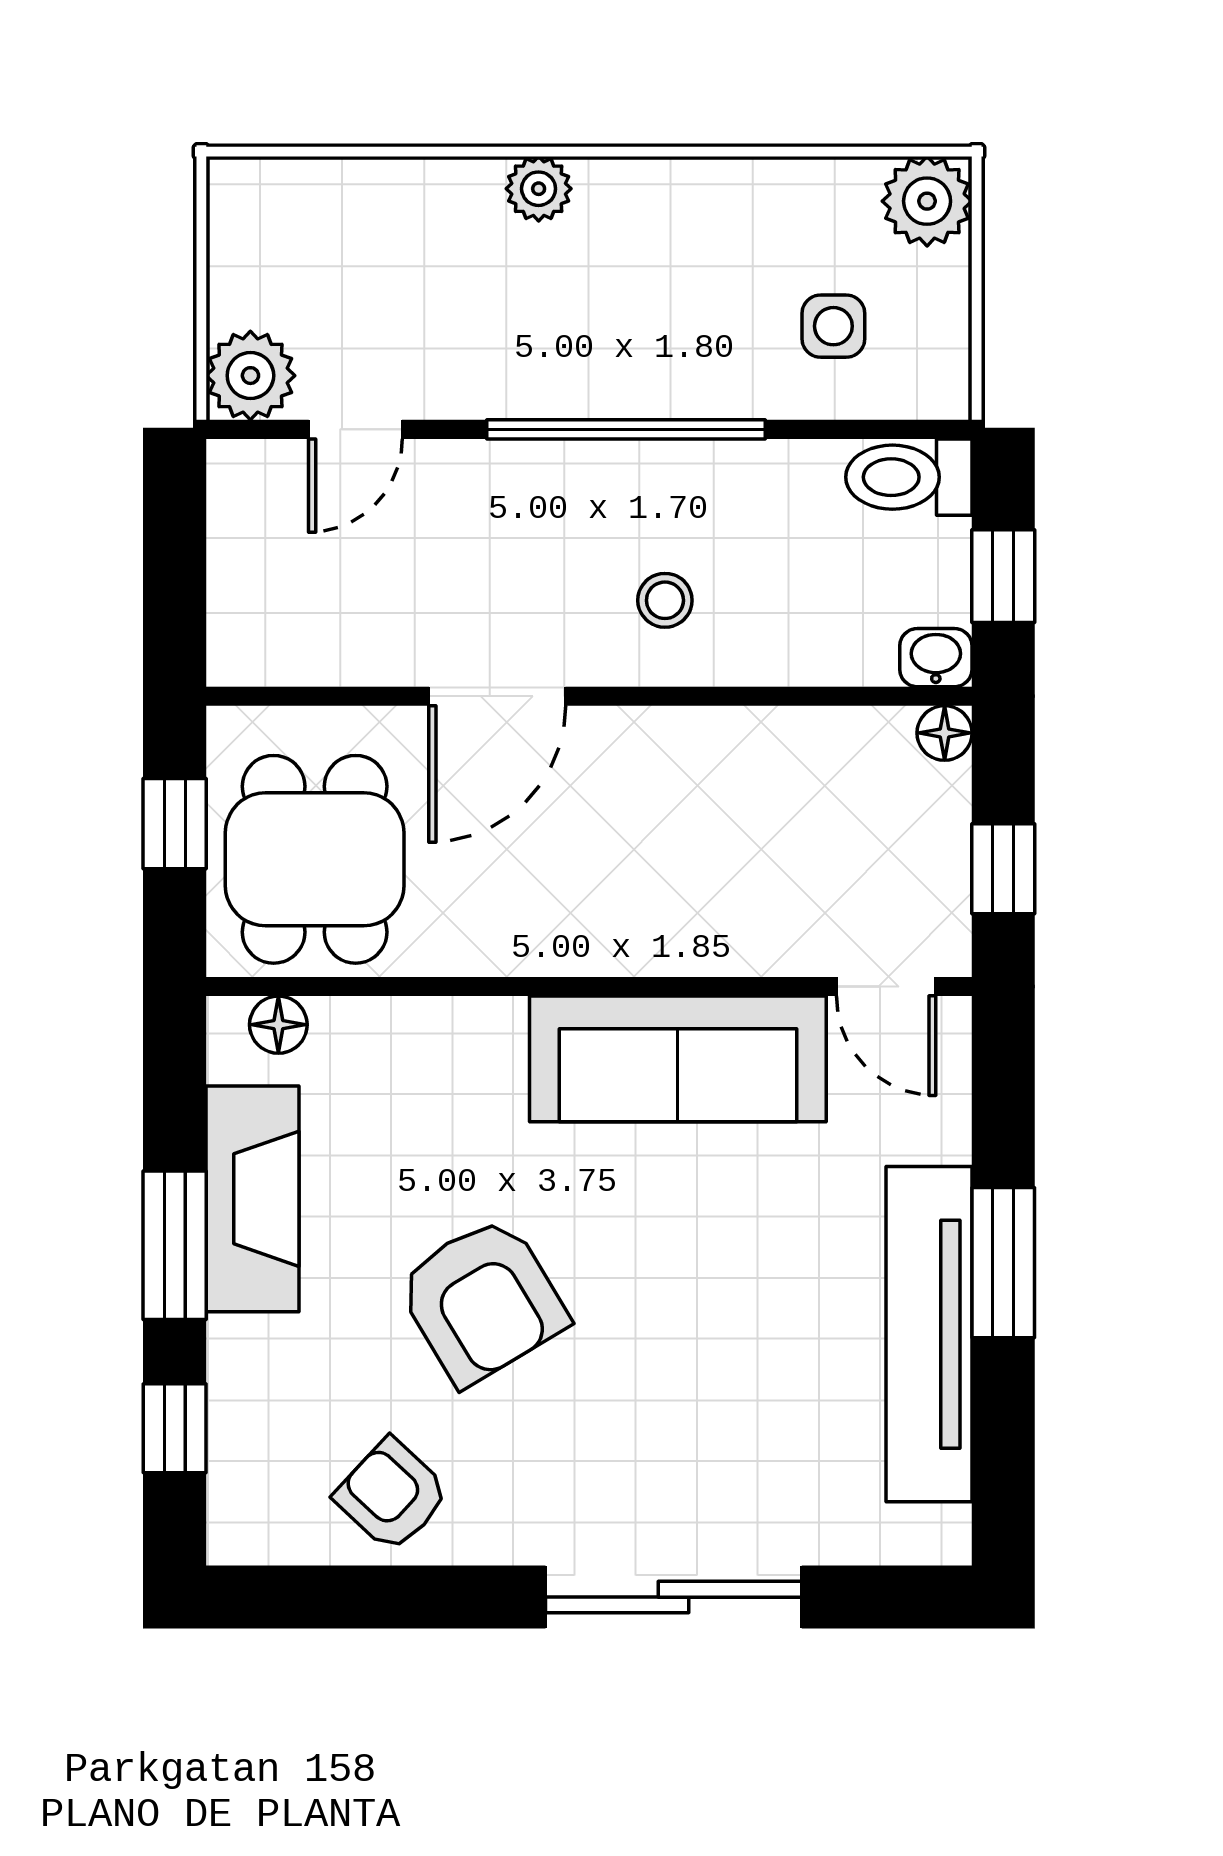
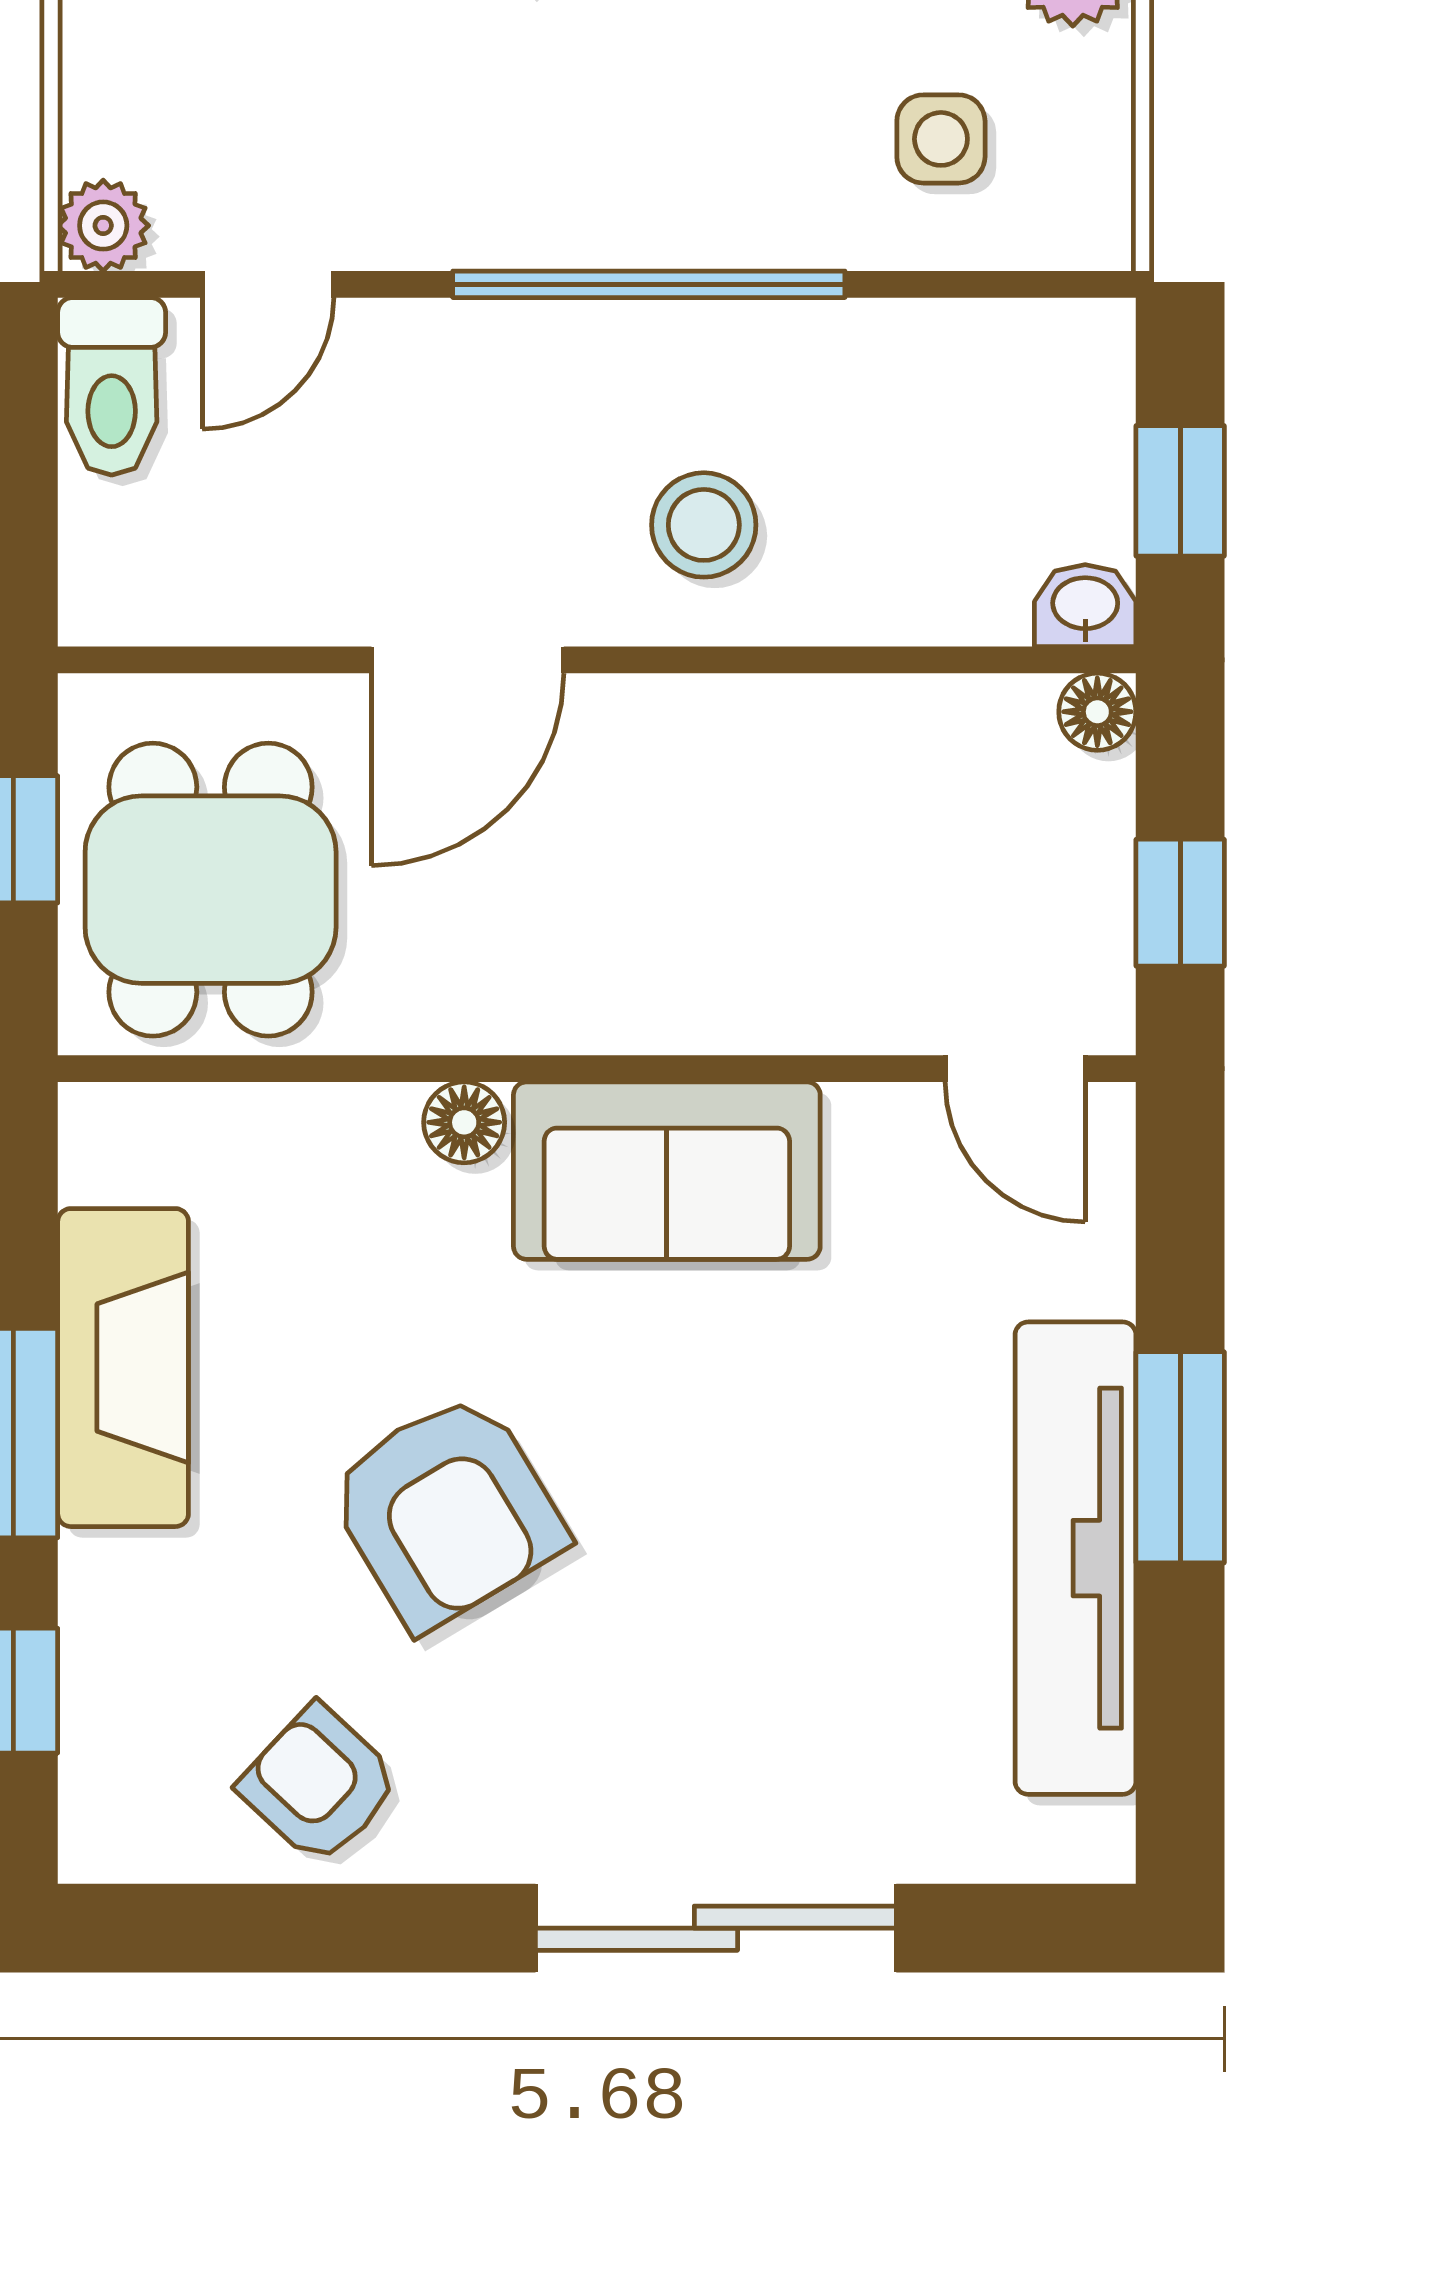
plant: (250, 376) -> (103, 226), width x0.73, depth x0.73
toilet: (909, 477) -> (112, 386), moved, turned -90
stool: (665, 600) -> (704, 525), width x1.37, depth x1.37
floor lamp: (278, 1025) -> (464, 1122), moved
sofa: (678, 1059) -> (667, 1171), width x0.73

